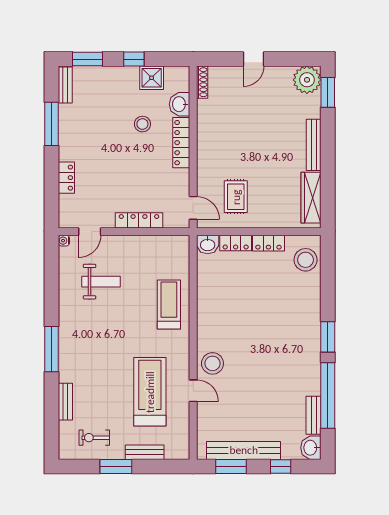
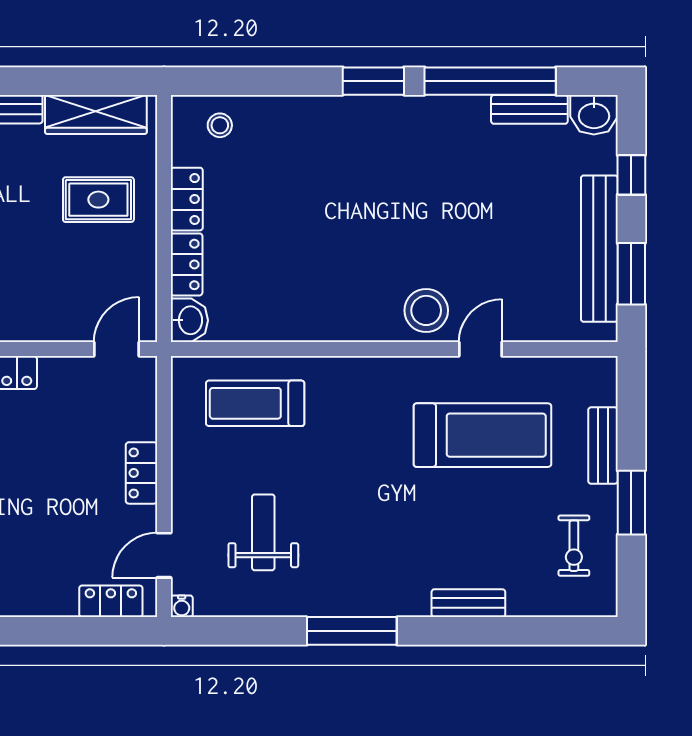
locker: (66, 178) -> (111, 601), moved
rug: (236, 197) -> (98, 200), moved
locker: (139, 220) -> (141, 473), width x0.66
door: (90, 232) -> (164, 555), swing flipped
stool: (306, 260) -> (220, 125), width x0.53, depth x0.53
treadmill: (169, 304) -> (255, 403), moved
window: (51, 349) -> (352, 631), moved
treadmill: (150, 392) -> (482, 435), turned 180
bench: (65, 402) -> (468, 603), moved

